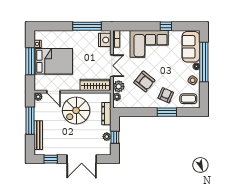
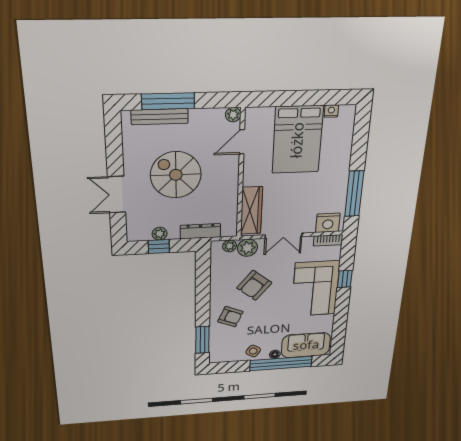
window: (166, 26) -> (345, 279), moved
window: (30, 61) -> (300, 98), removed
coffee table: (188, 99) -> (224, 347), removed
spiral stairs: (76, 110) -> (176, 175), moved
window: (167, 112) -> (202, 340), moved
window: (30, 121) -> (168, 101), moved
window: (51, 159) -> (114, 141), removed
double door: (82, 159) -> (117, 195), width x0.73

